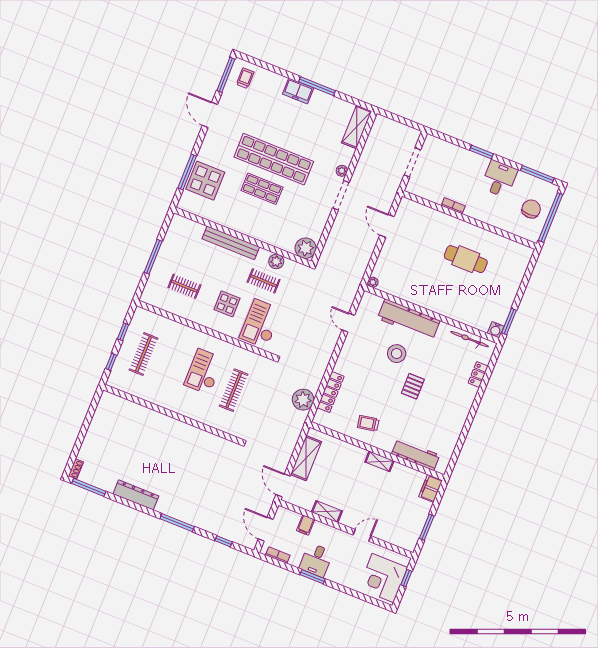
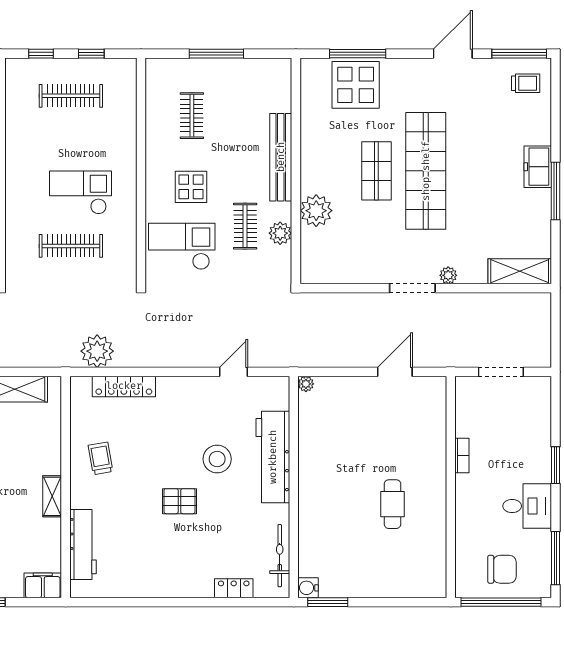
plant: (306, 248) -> (316, 211), moved
cafe table: (466, 259) -> (393, 504), width x0.73, depth x0.74

